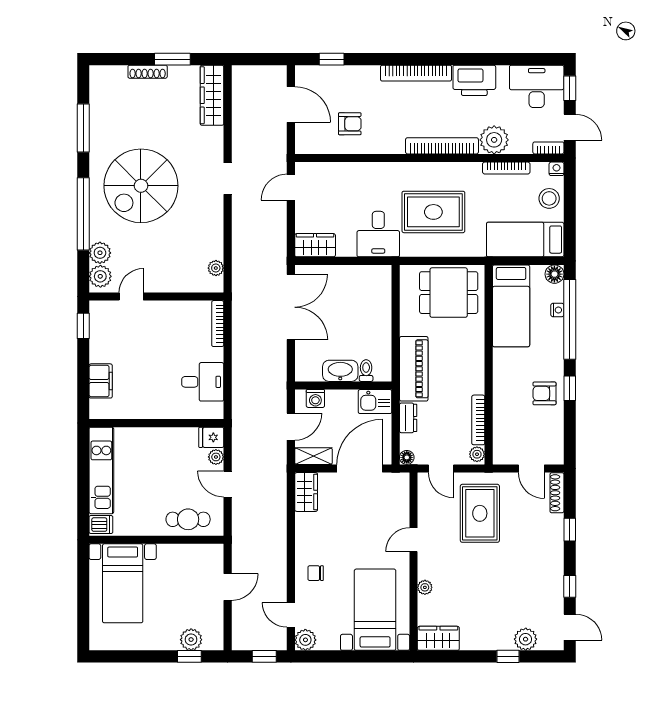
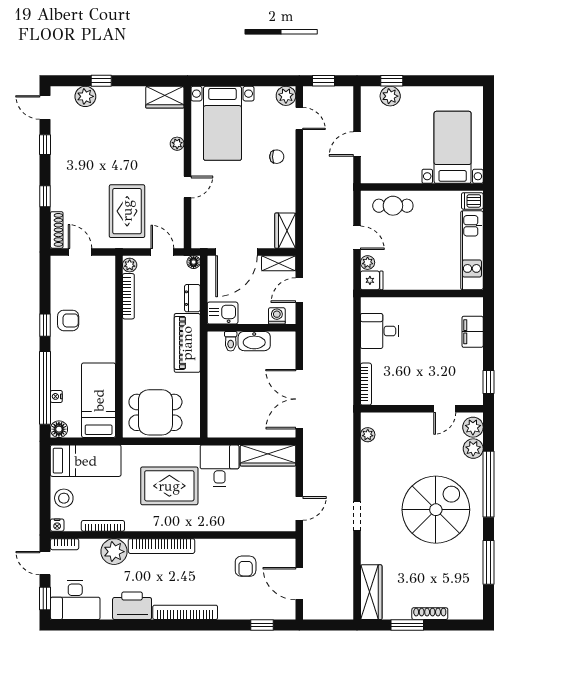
armchair: (350, 124) -> (246, 566), turned -90
wardrobe: (315, 245) -> (268, 456), width x1.50

